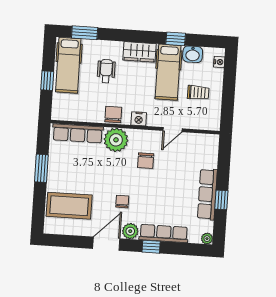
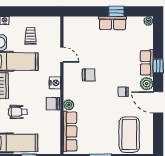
plant: (116, 140) -> (69, 105), width x0.53, depth x0.53
row of seats: (207, 194) -> (113, 23), width x0.68
row of seats: (164, 234) -> (147, 63), width x0.68

